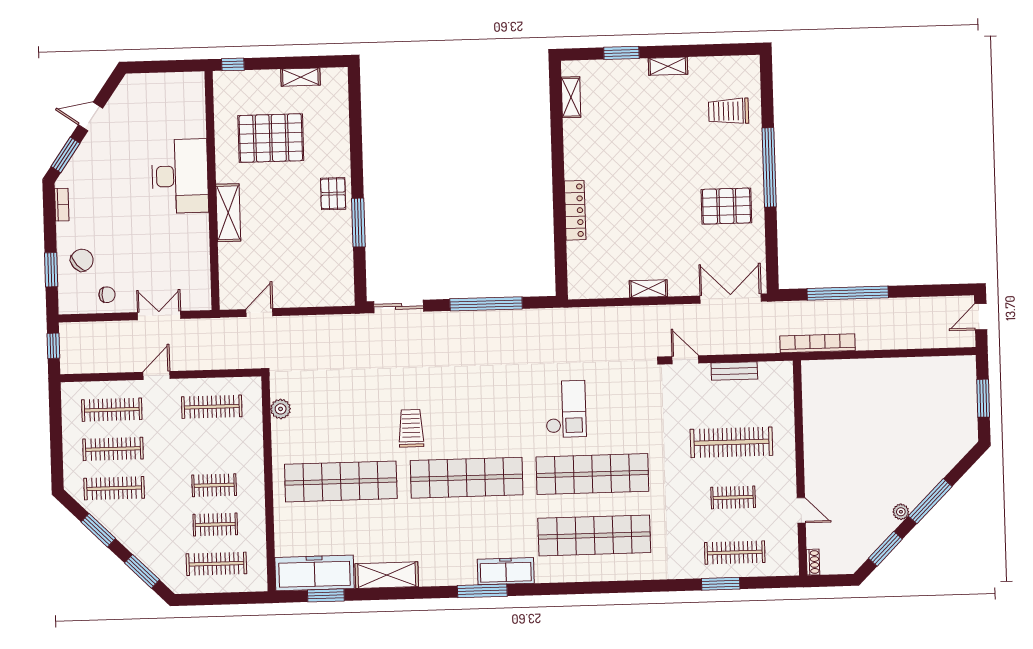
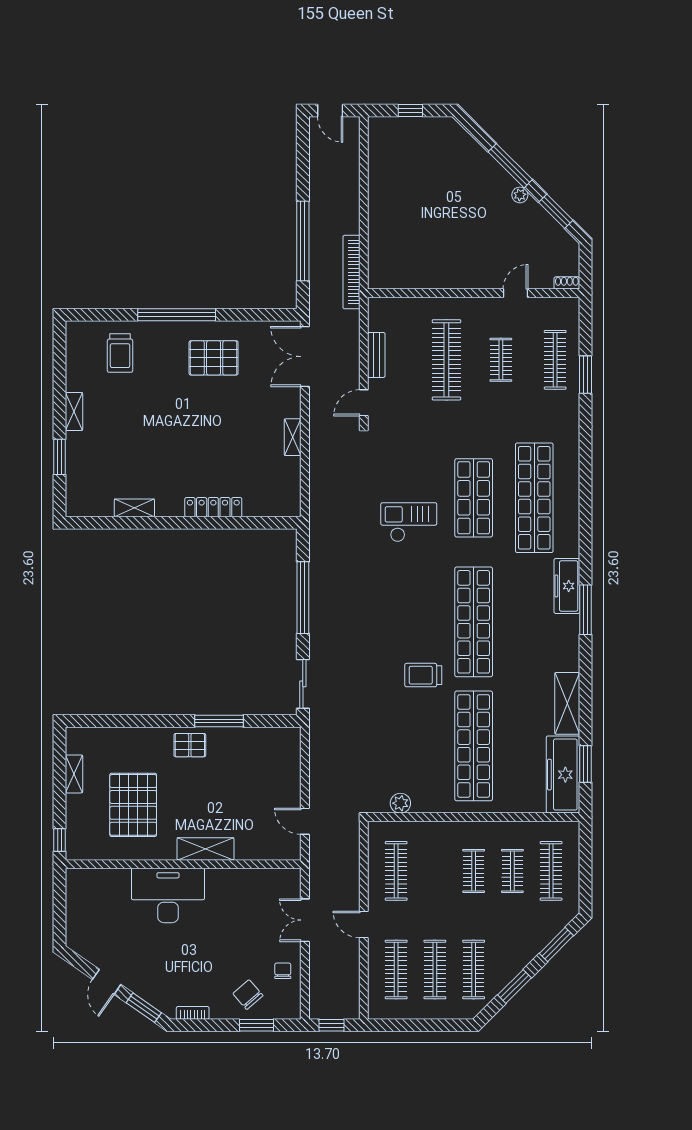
shelving: (571, 97) -> (134, 508), moved
pallet: (726, 206) -> (214, 358), turned 90
window: (983, 398) -> (410, 111), width x0.67
shop shelf: (592, 474) -> (474, 498), width x0.71

